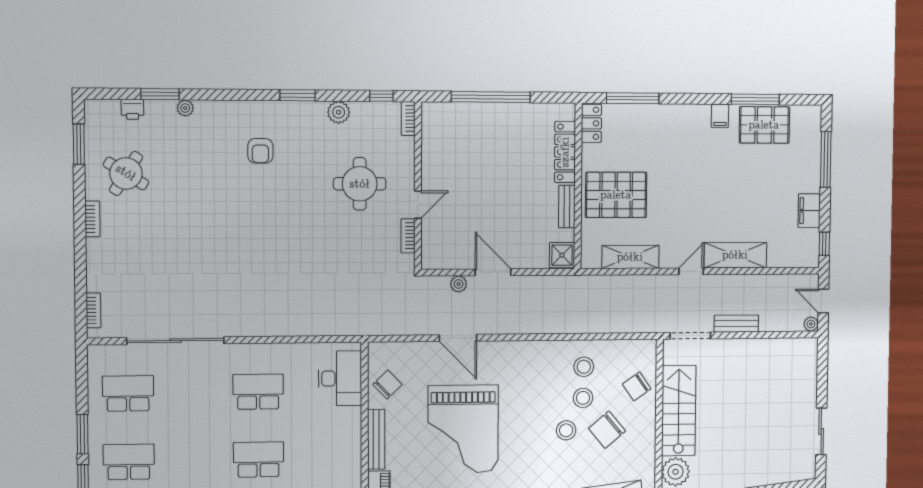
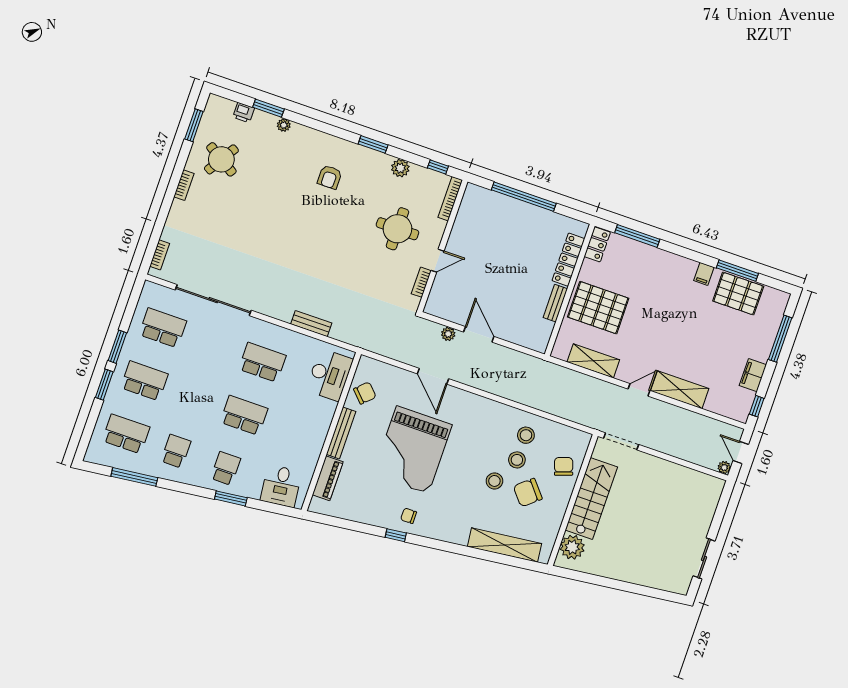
bookcase: (408, 119) -> (450, 199), width x1.56
shower: (562, 255) -> (538, 340), removed
bench: (736, 324) -> (311, 324), moved
chair: (637, 386) -> (564, 466), turned 106

